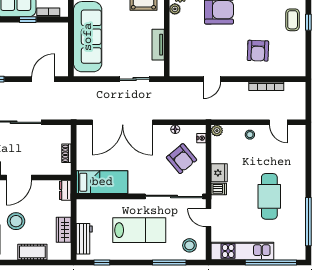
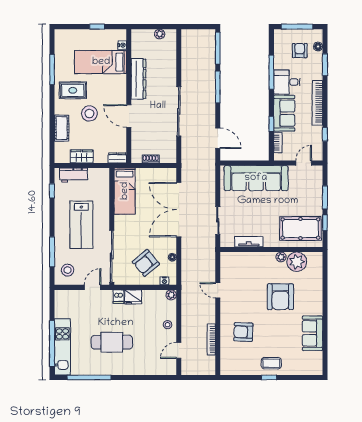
kitchen unit: (242, 251) -> (62, 347), moved

